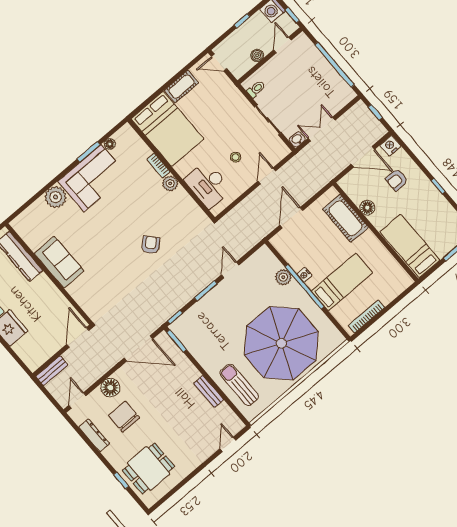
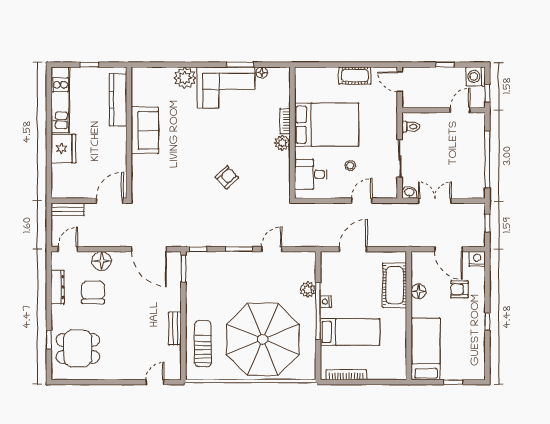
boiler: (257, 55) -> (434, 101), removed
bed: (167, 129) -> (327, 125), moved, turned -90
desk: (208, 185) -> (311, 174), width x0.73

